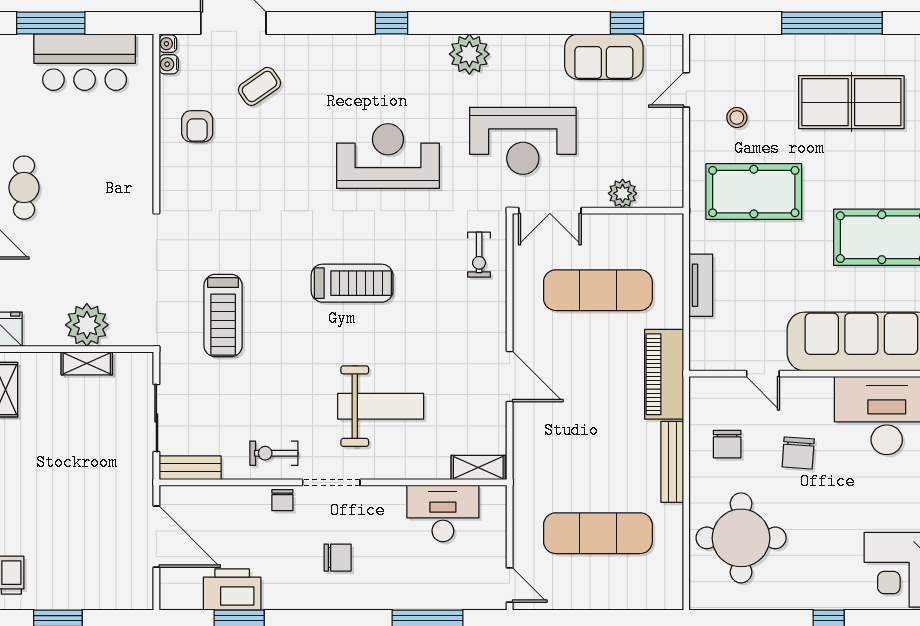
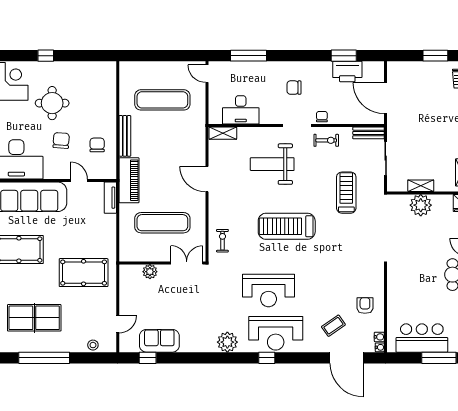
stool: (737, 118) -> (93, 345), moved
reception desk: (523, 141) -> (276, 333), moved, turned 180
treadmill: (352, 283) -> (287, 226), width x1.37, depth x1.38
tv unit: (701, 285) -> (110, 198), moved
treadmill: (223, 316) -> (346, 193), moved
round table: (741, 538) -> (52, 103), moved, width x0.73, depth x0.73

